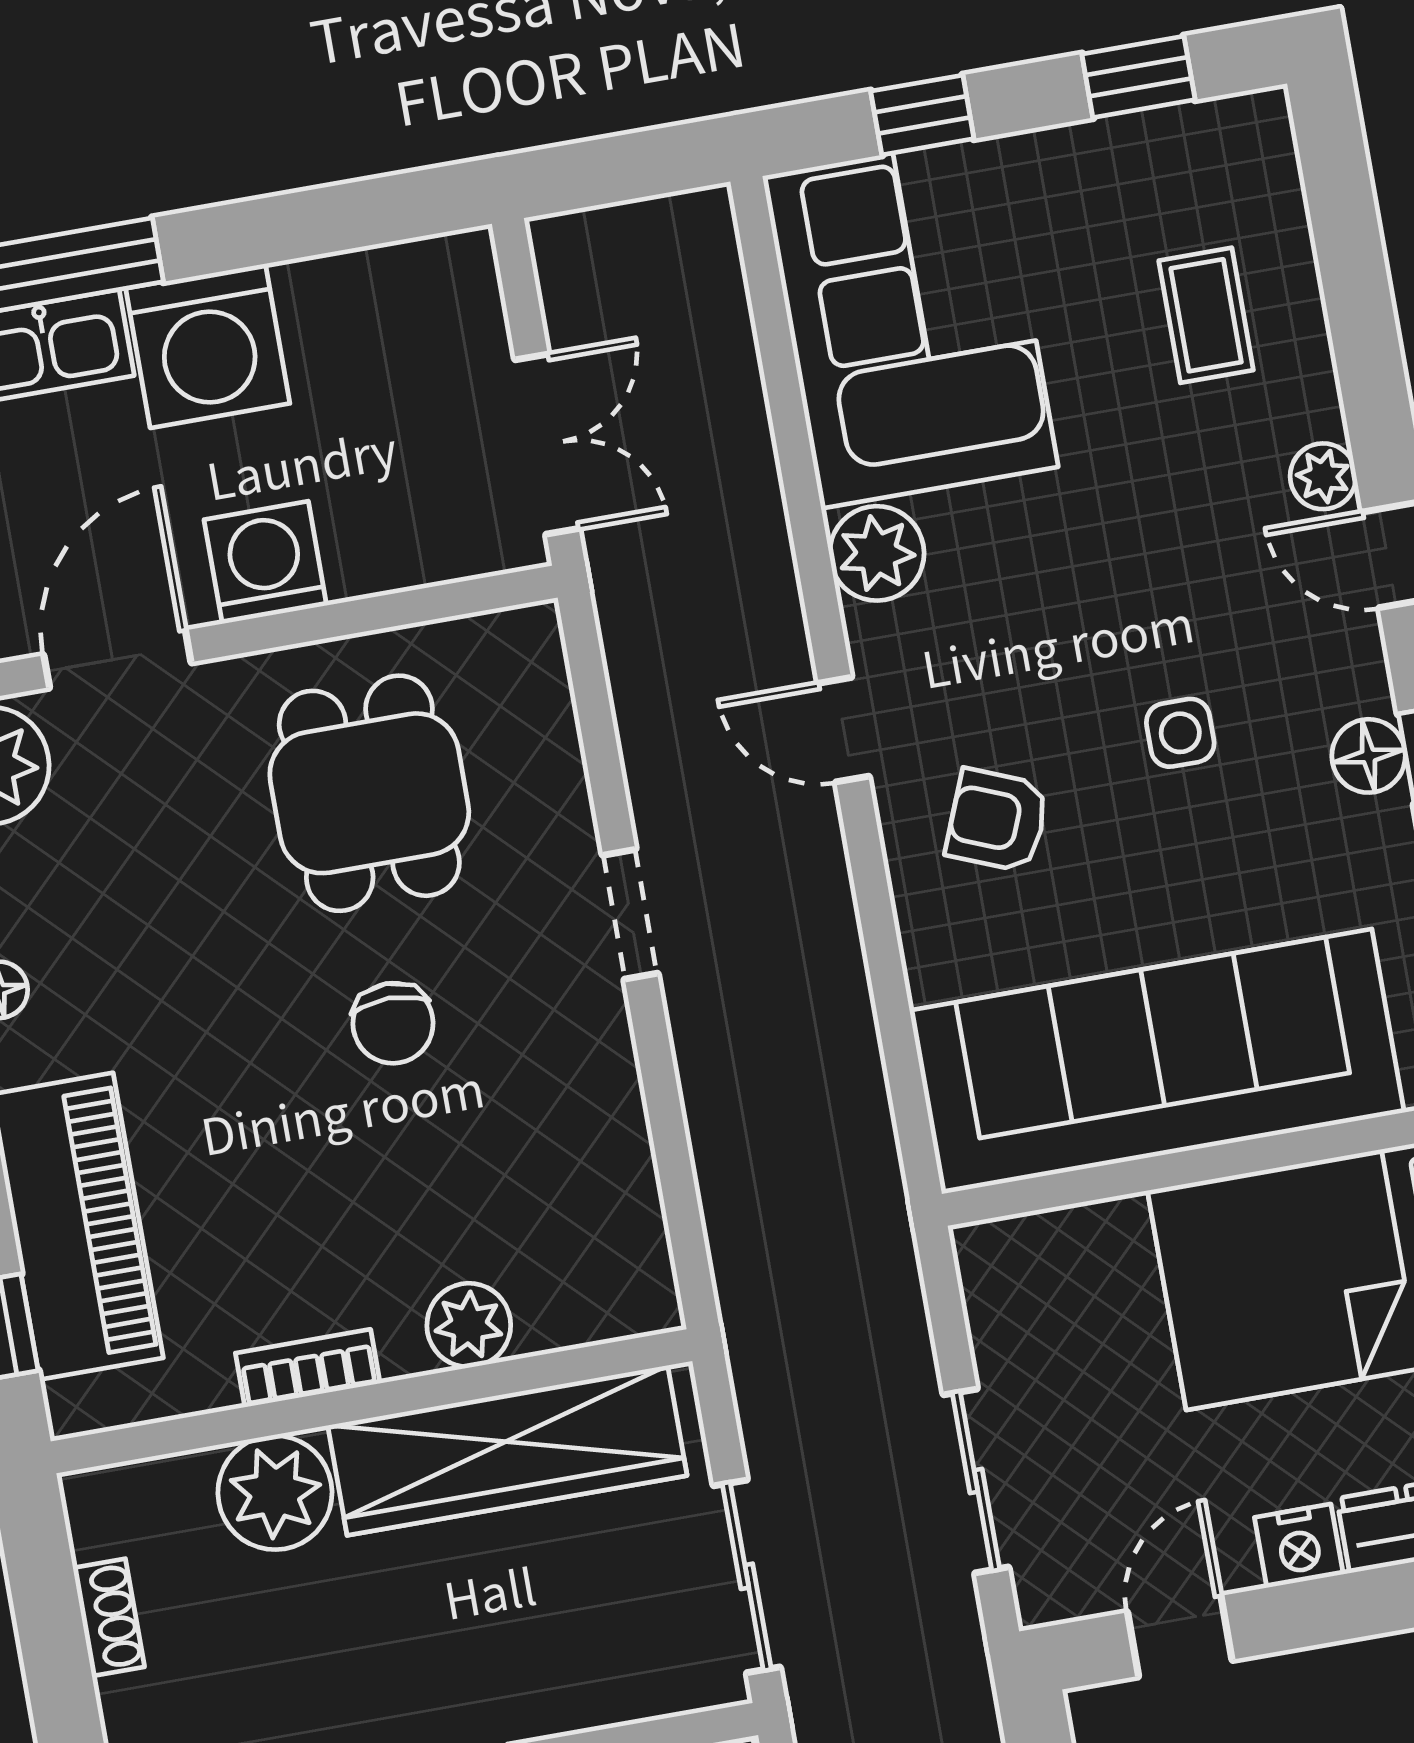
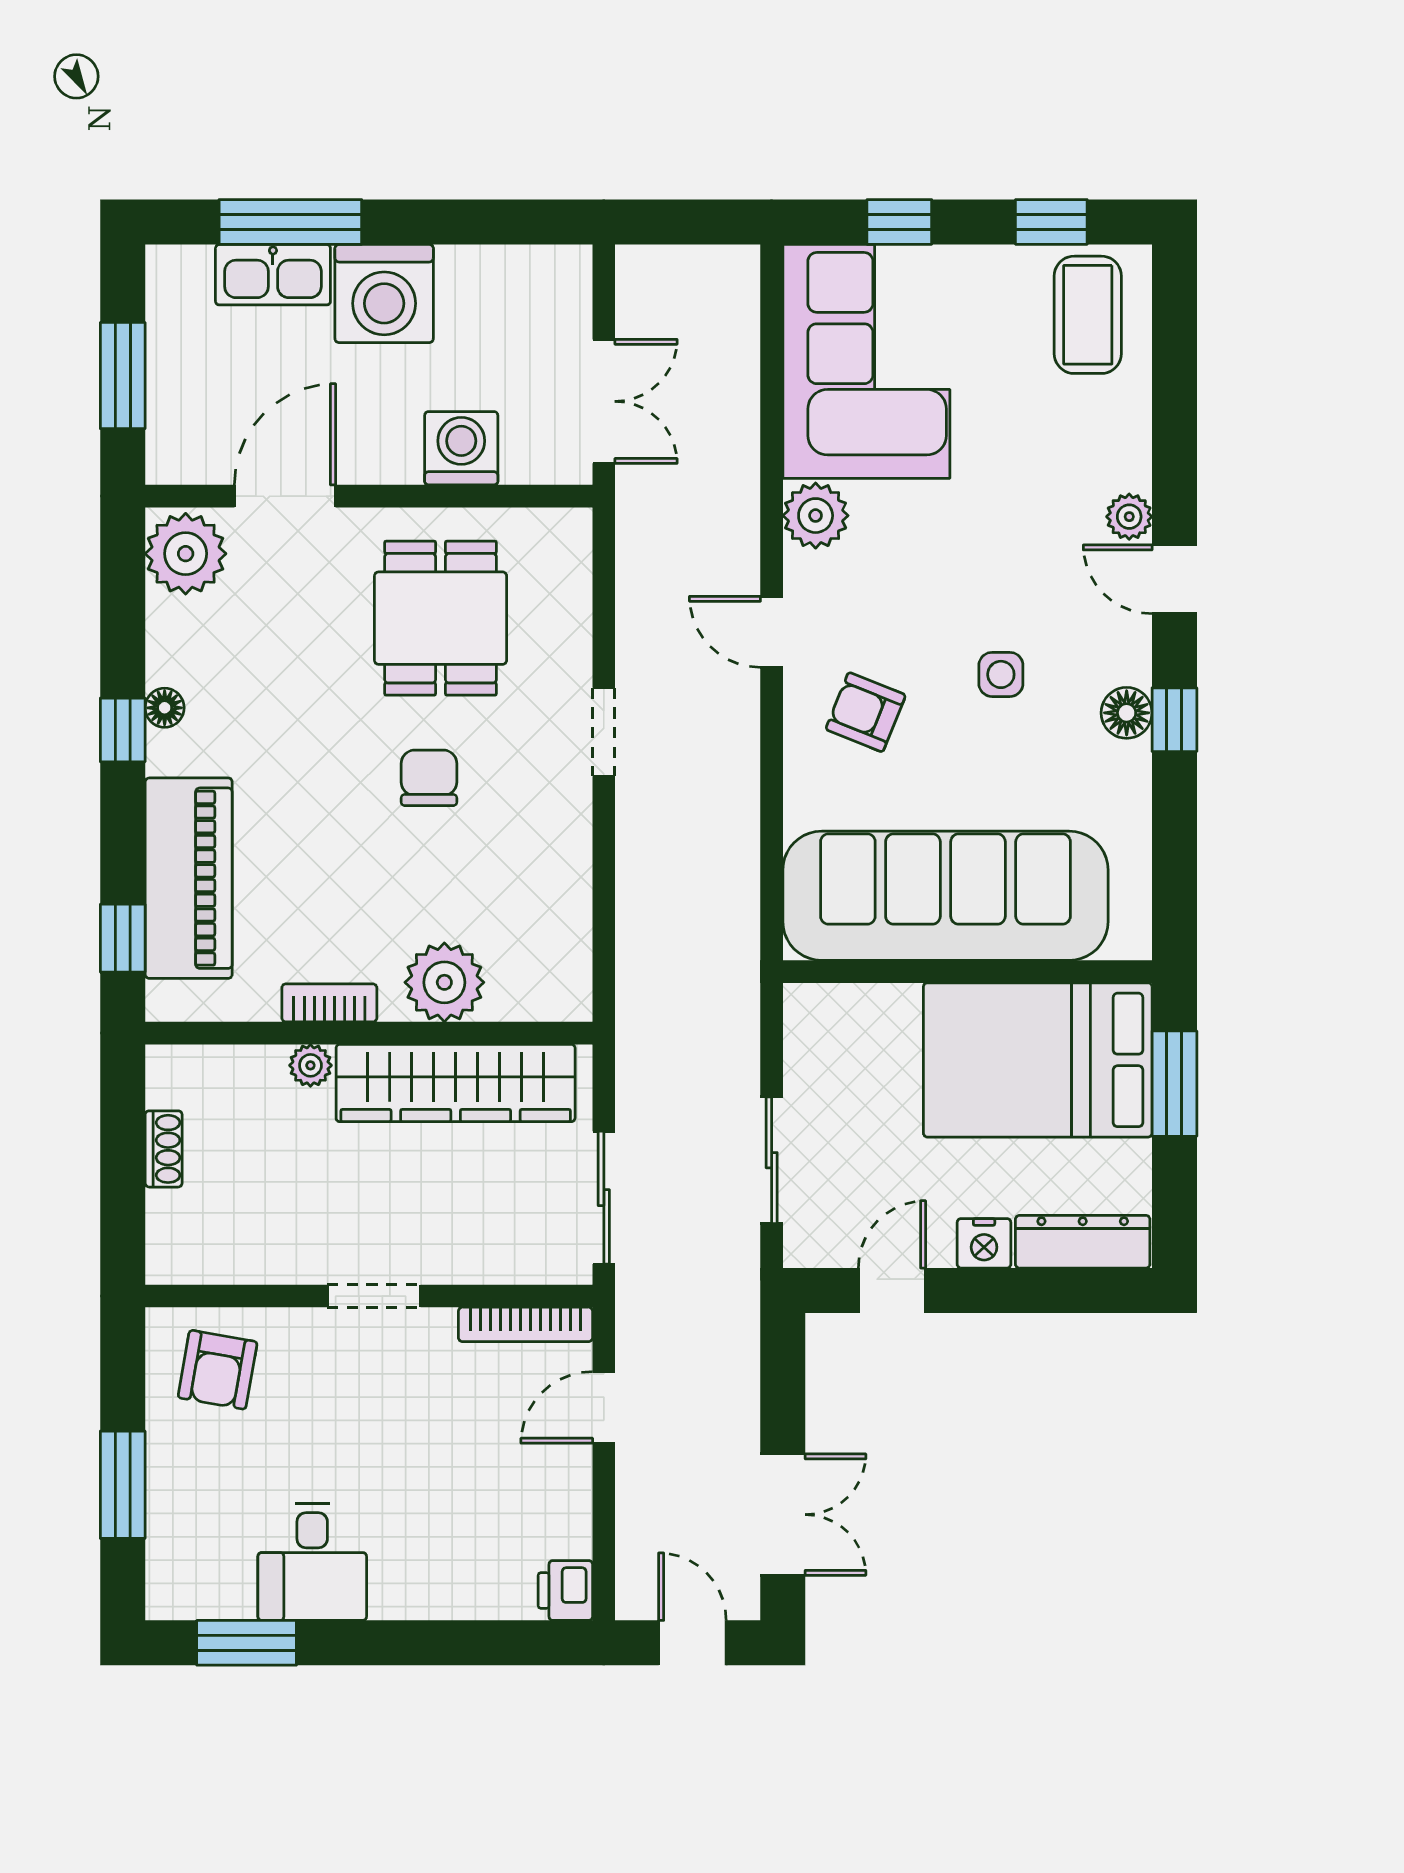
coffee table: (1206, 315) -> (1088, 315), moved, width x1.36, depth x1.30
washing machine: (265, 562) -> (461, 448), moved
chair: (393, 1023) -> (429, 778), turned 180
plant: (469, 1325) -> (444, 982), width x1.36, depth x1.36
plant: (275, 1493) -> (310, 1065), width x0.53, depth x0.53

